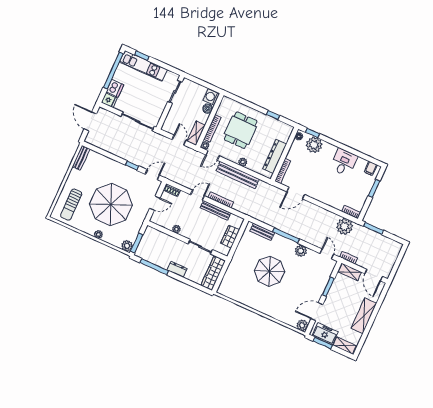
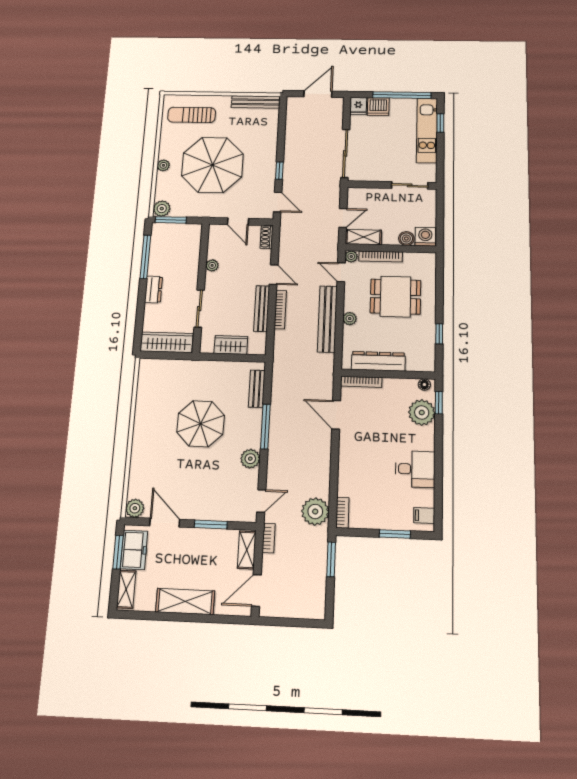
bench: (81, 158) -> (256, 102), width x1.36

